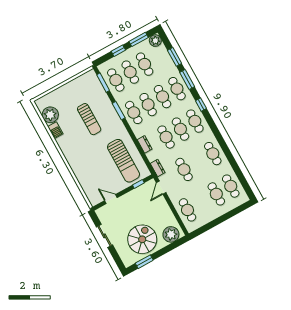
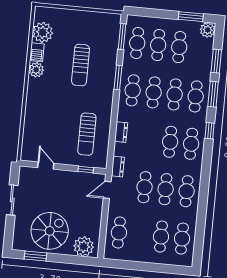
window: (118, 51) -> (161, 14), removed
cafe table: (166, 137) -> (166, 189), moved
plant: (63, 142) -> (36, 70), added
sun lounger: (124, 161) -> (87, 134), width x0.73, depth x0.75

